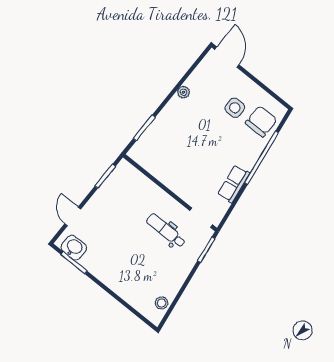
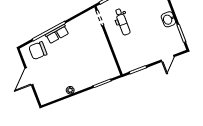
door: (227, 57) -> (29, 76), moved
side table: (235, 108) -> (48, 66), removed
row of seats: (234, 184) -> (57, 34), moved
washbasin: (74, 248) -> (168, 19), moved

